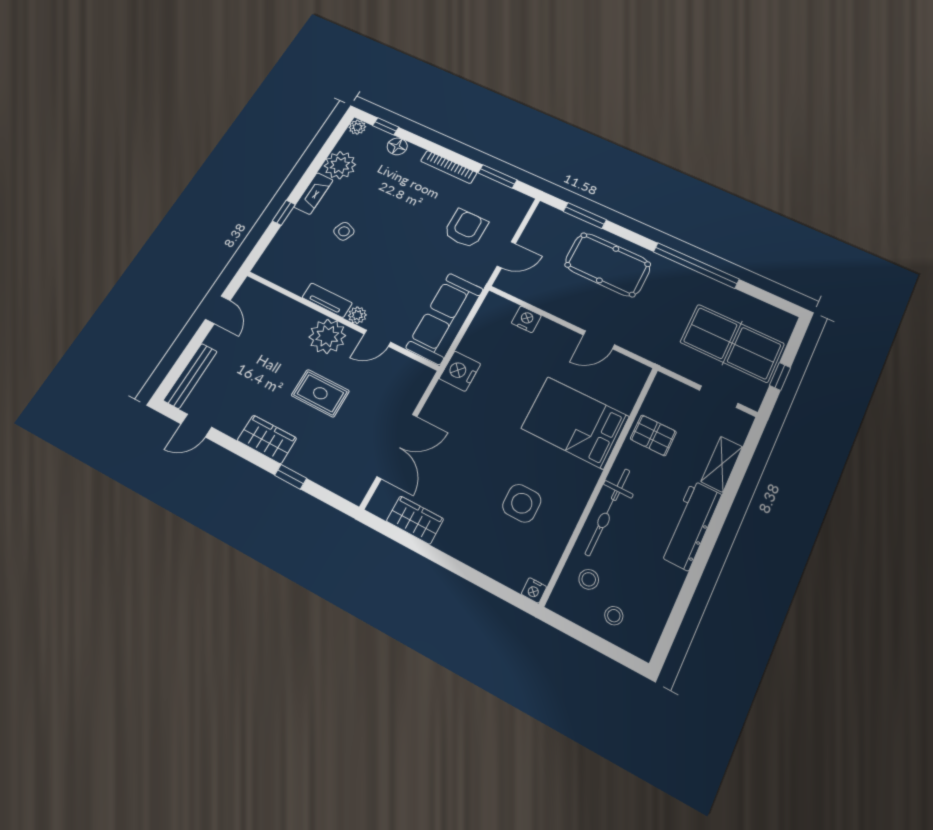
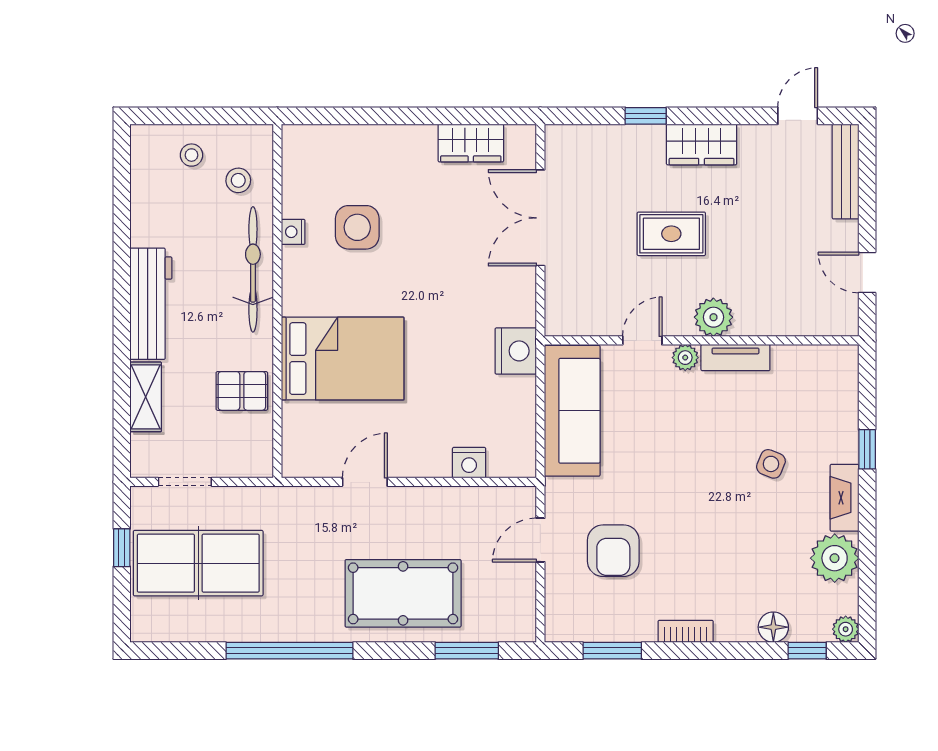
bookcase: (449, 167) -> (686, 631), width x0.64
plant: (327, 336) -> (713, 317), width x0.73, depth x0.73
nightstand: (534, 590) -> (293, 232), moved, turned -90

